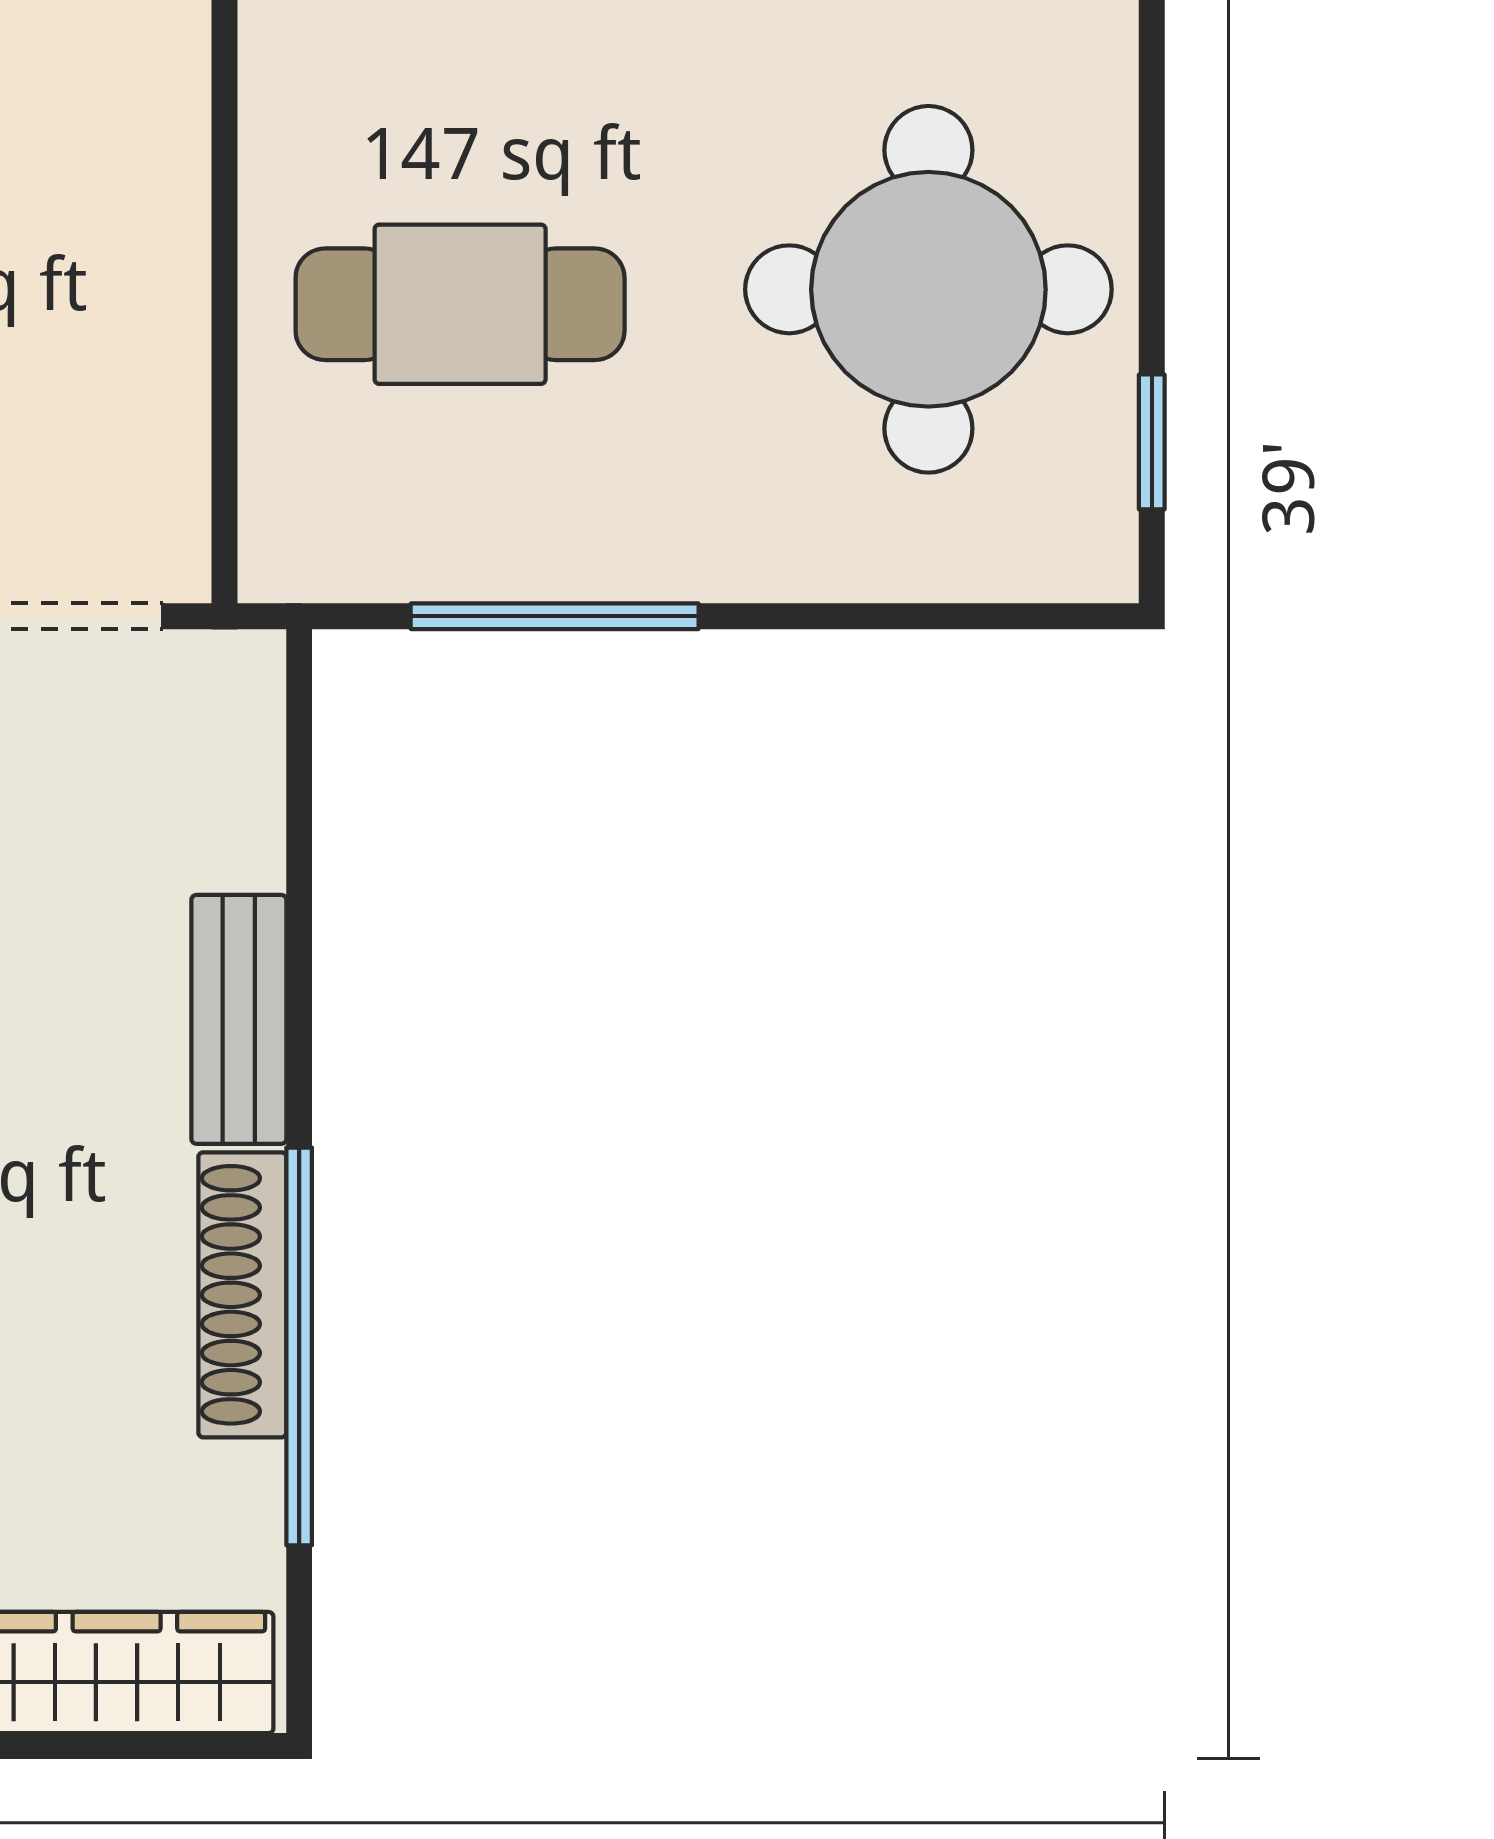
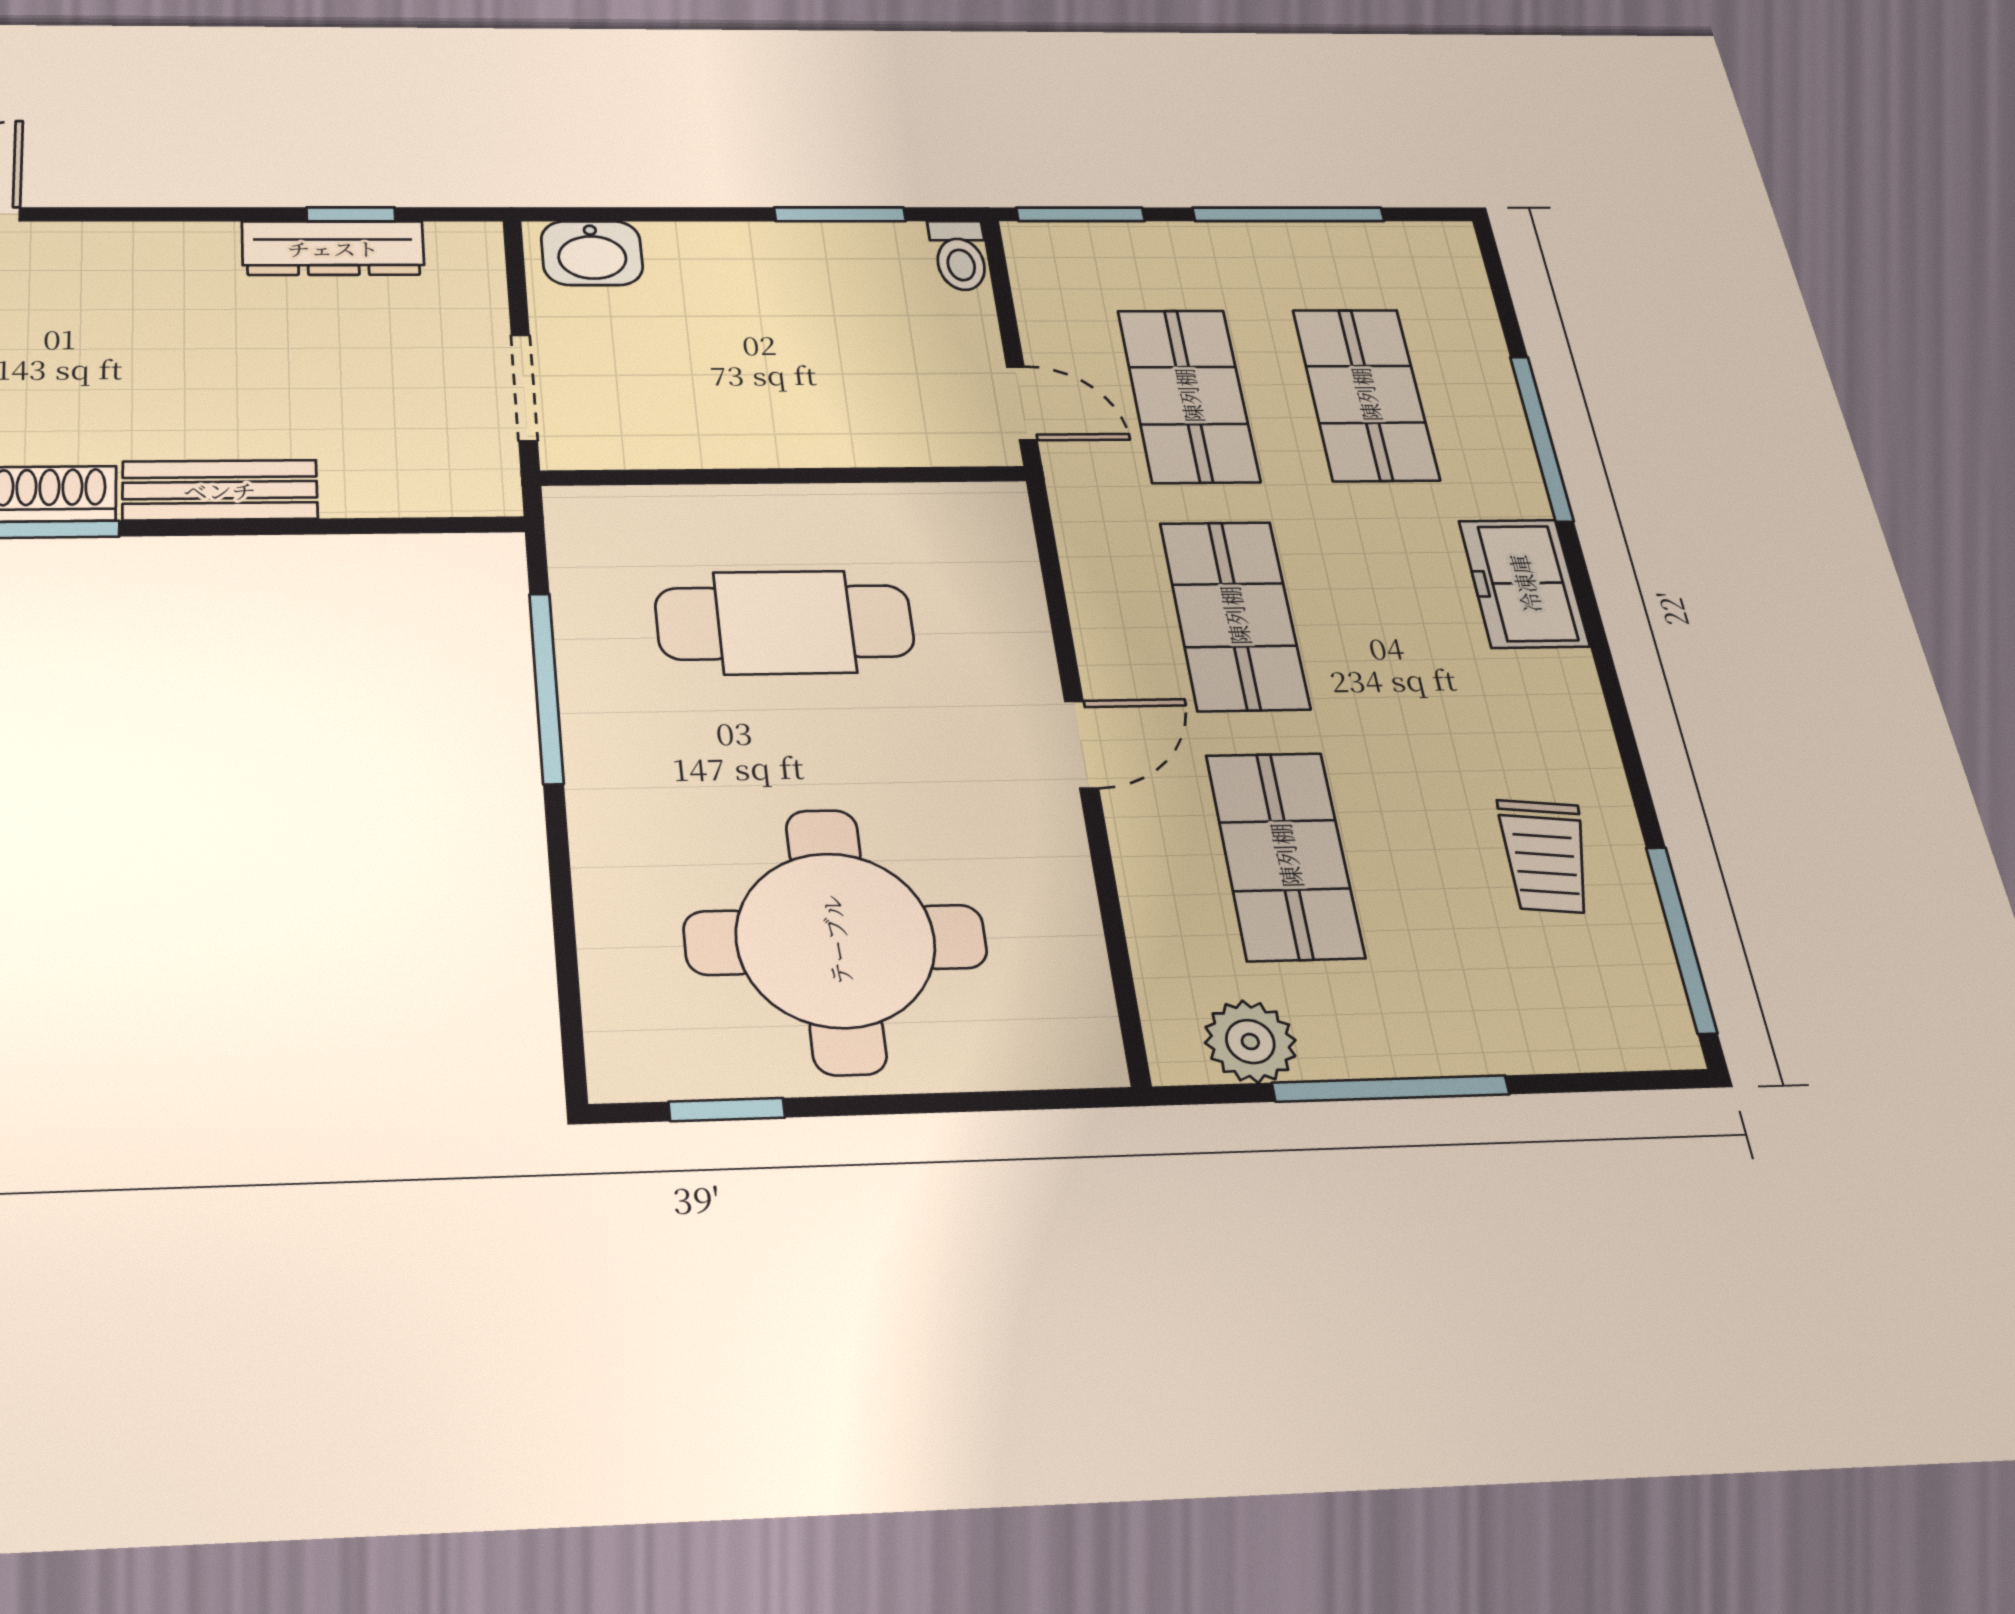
cafe table: (460, 304) -> (785, 622), turned 90

